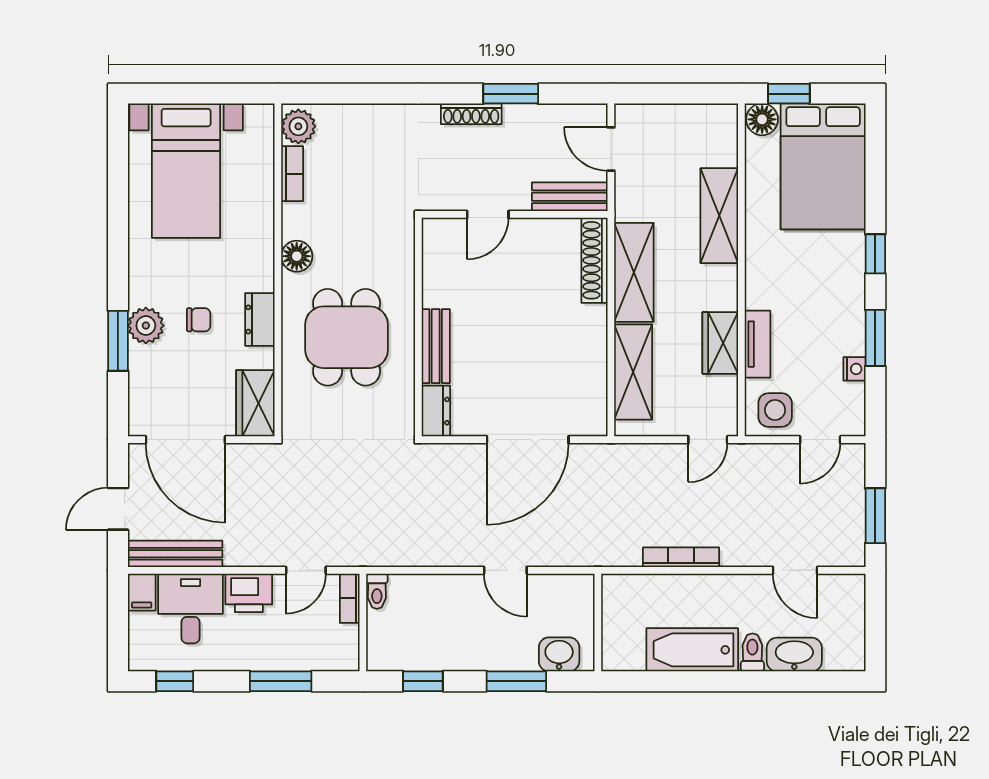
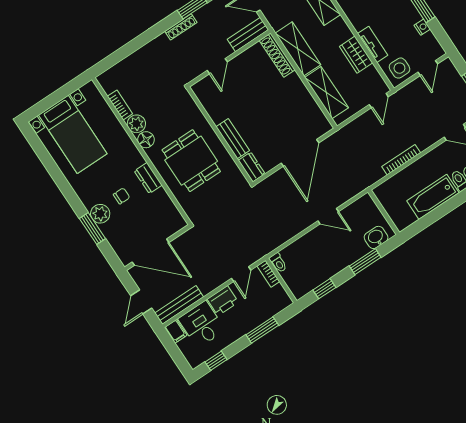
plant: (298, 126) -> (136, 124), moved
wardrobe: (255, 403) -> (171, 216), removed

